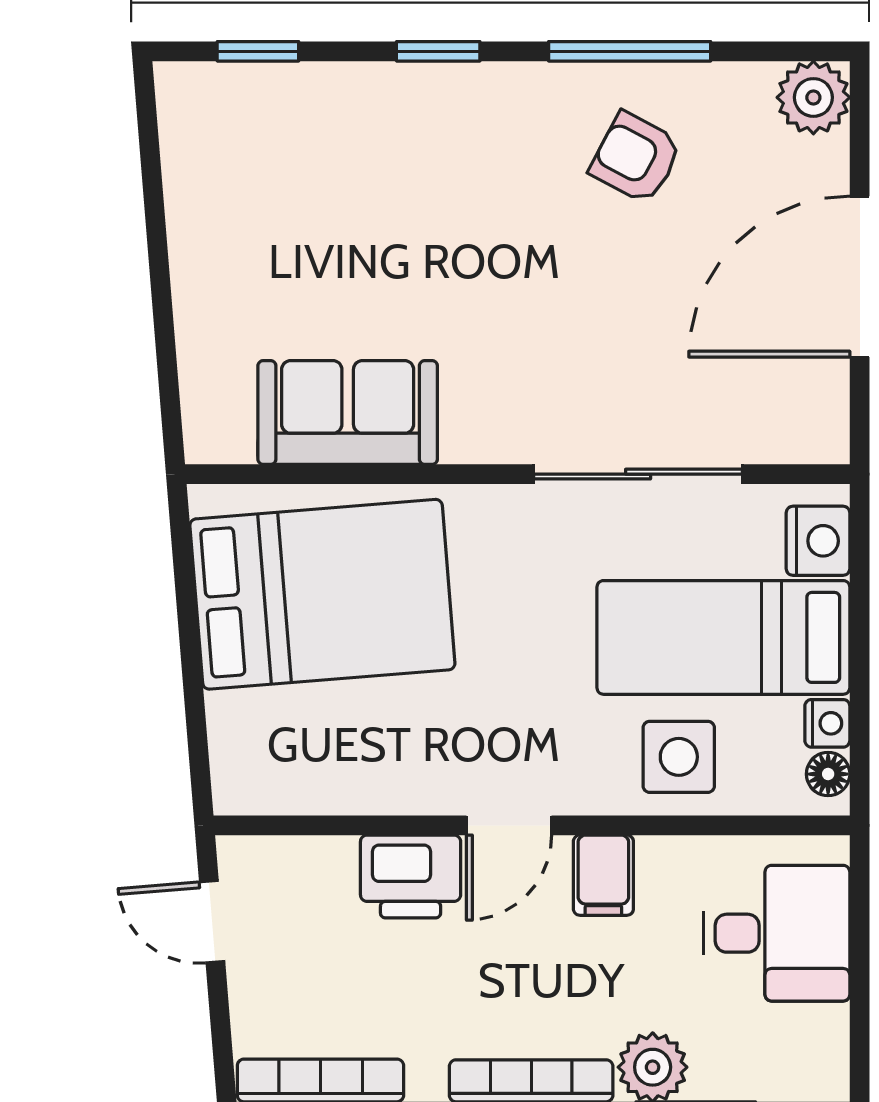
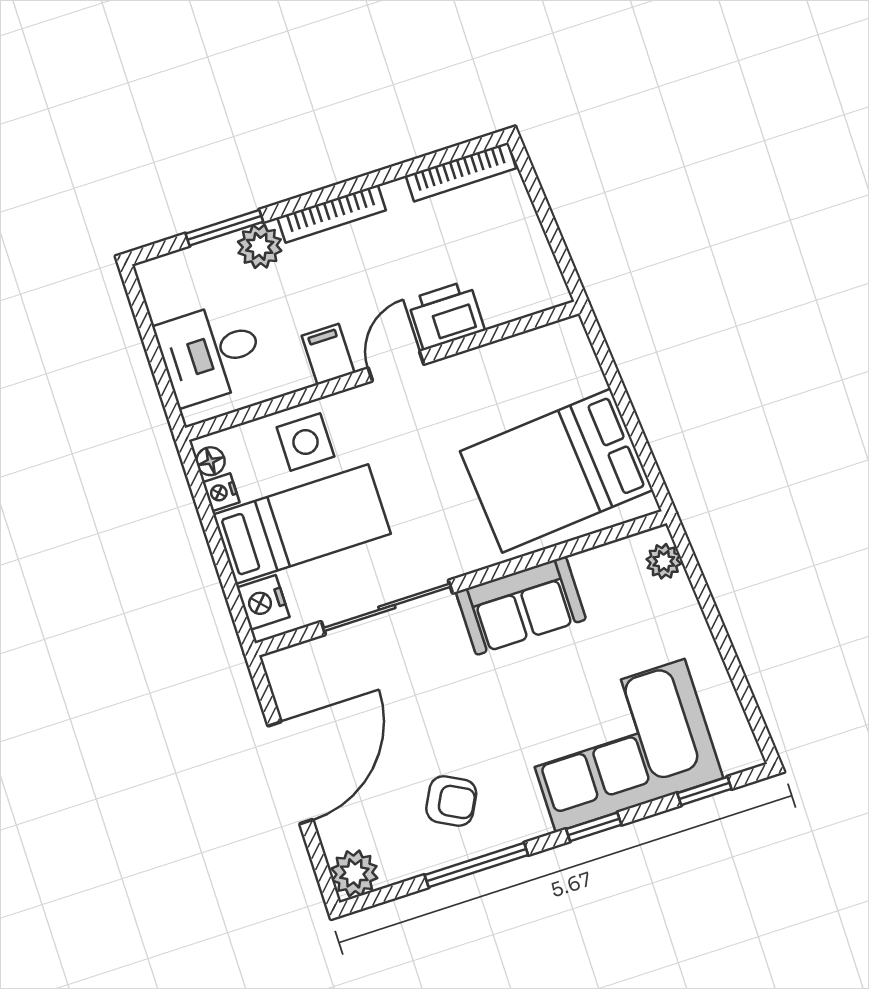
corner sofa: (360, 158) -> (620, 746), added
plant: (208, 409) -> (664, 561), added
sofa: (348, 412) -> (521, 606), moved
door: (212, 922) -> (559, 248), removed

